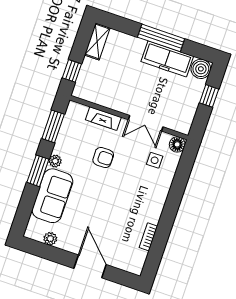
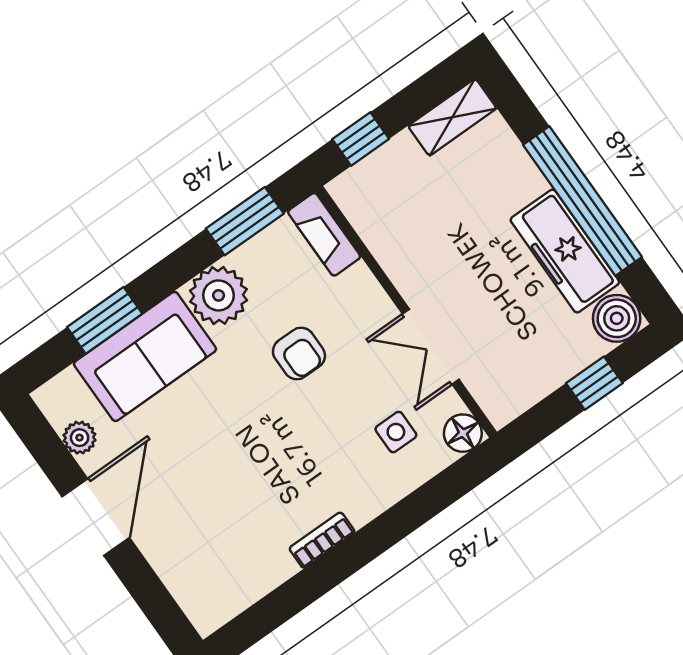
window: (161, 38) -> (582, 201), width x1.46
fireplace: (103, 119) -> (324, 234), moved
plant: (55, 161) -> (219, 295), width x1.88, depth x1.88
window: (38, 171) -> (105, 320), moved
bookcase: (148, 237) -> (322, 540), moved
door: (90, 266) -> (96, 517), moved

